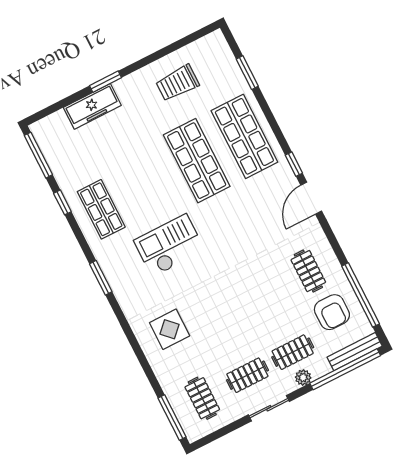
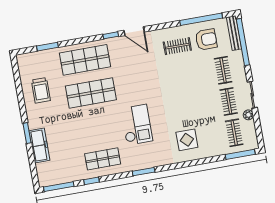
checkout: (169, 245) -> (137, 125), turned 180
plant: (303, 377) -> (248, 115), moved
clothes rail: (202, 398) -> (234, 133), turned 90

